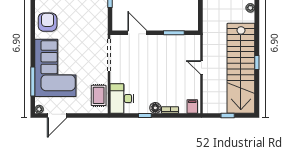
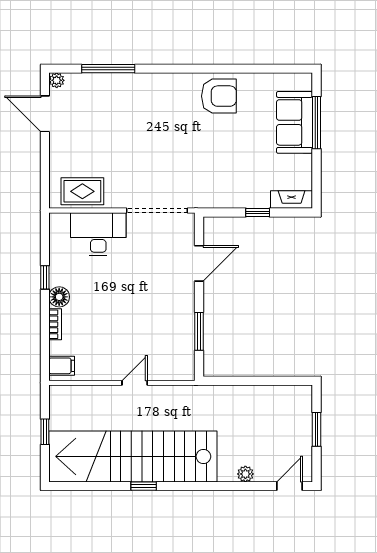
corner sofa: (55, 68) -> (134, 111), removed
desk: (122, 99) -> (98, 234), moved

